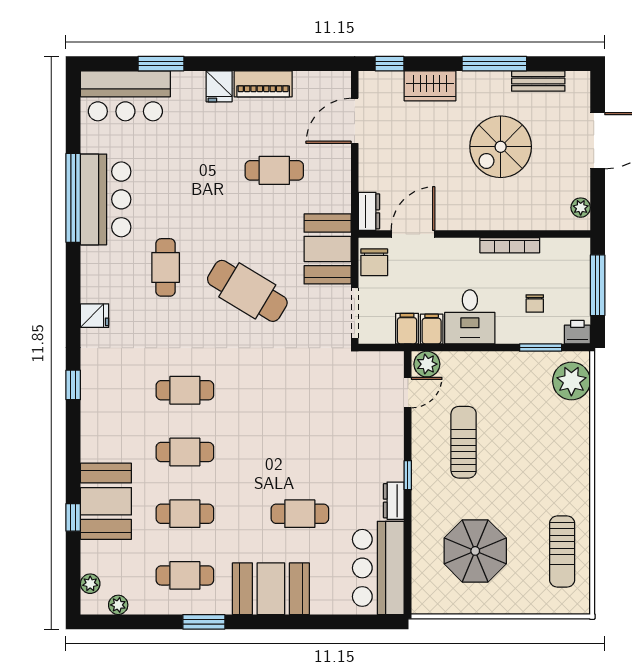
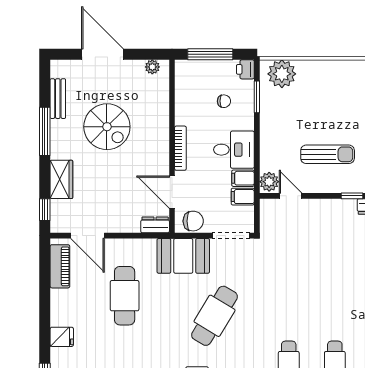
piano: (263, 84) -> (60, 266), moved
cafe table: (274, 170) -> (125, 296), width x1.37, depth x1.35
bookcase: (510, 245) -> (180, 148), moved
sun lounger: (464, 442) -> (328, 154), turned 180

